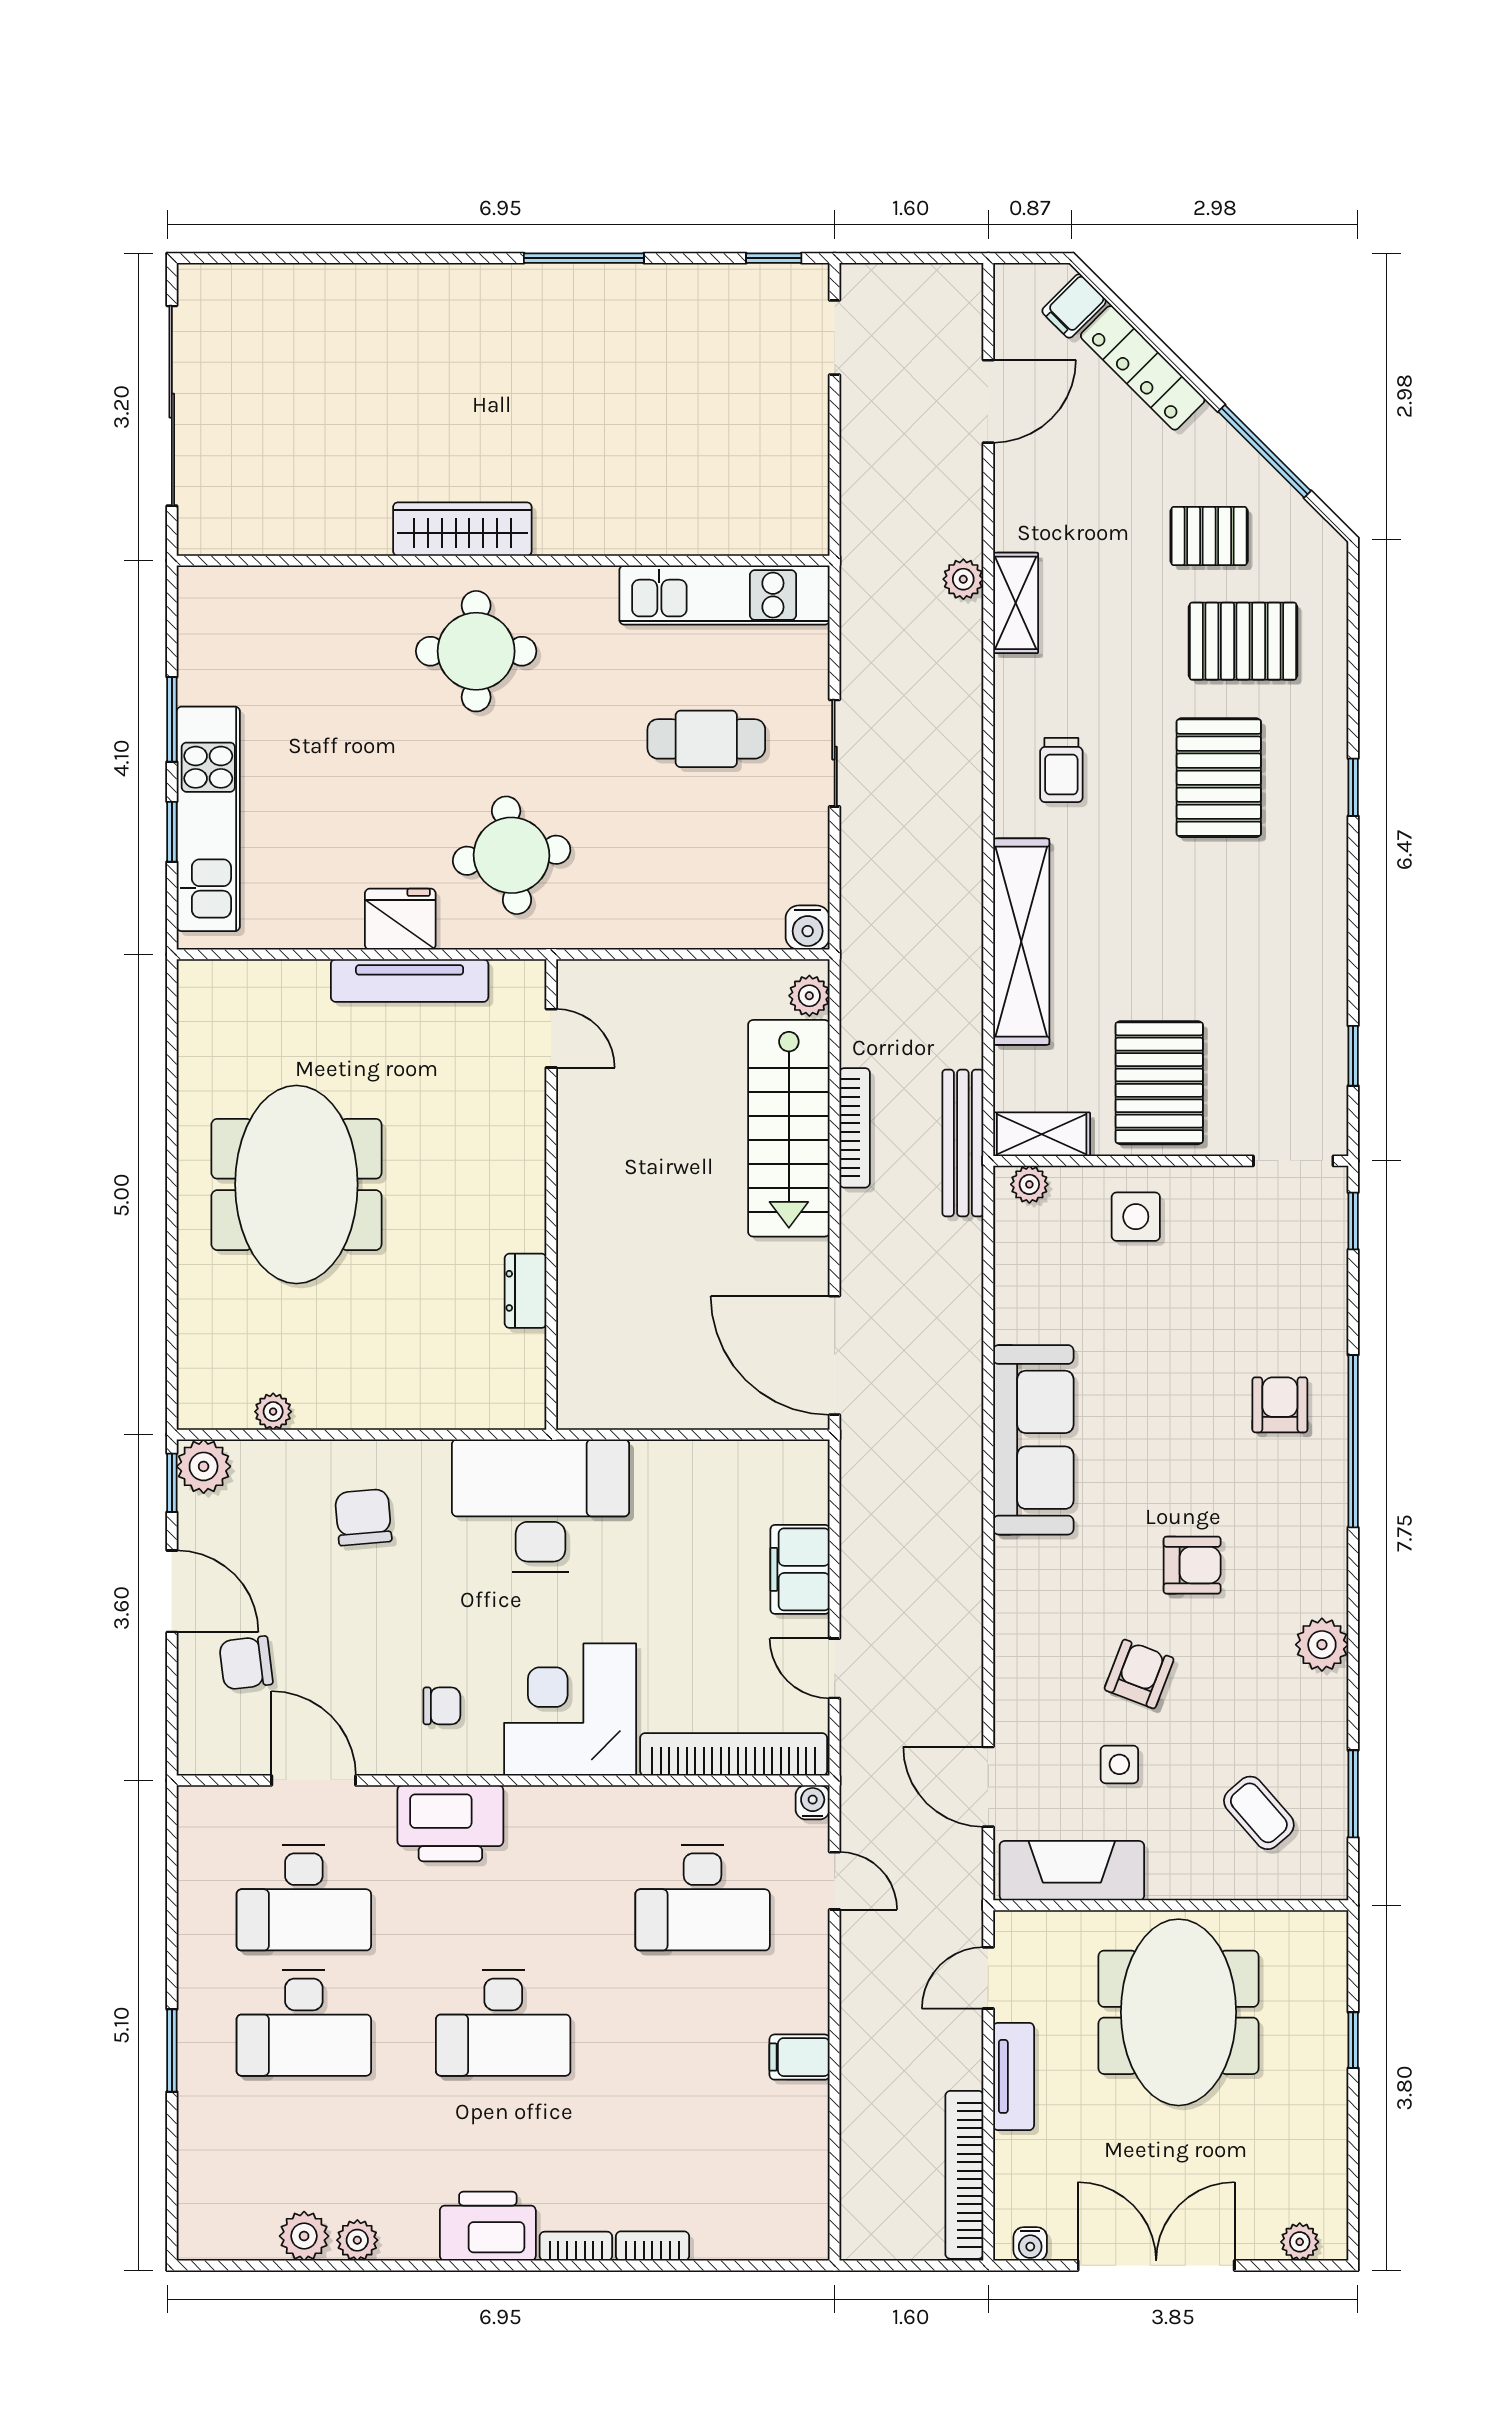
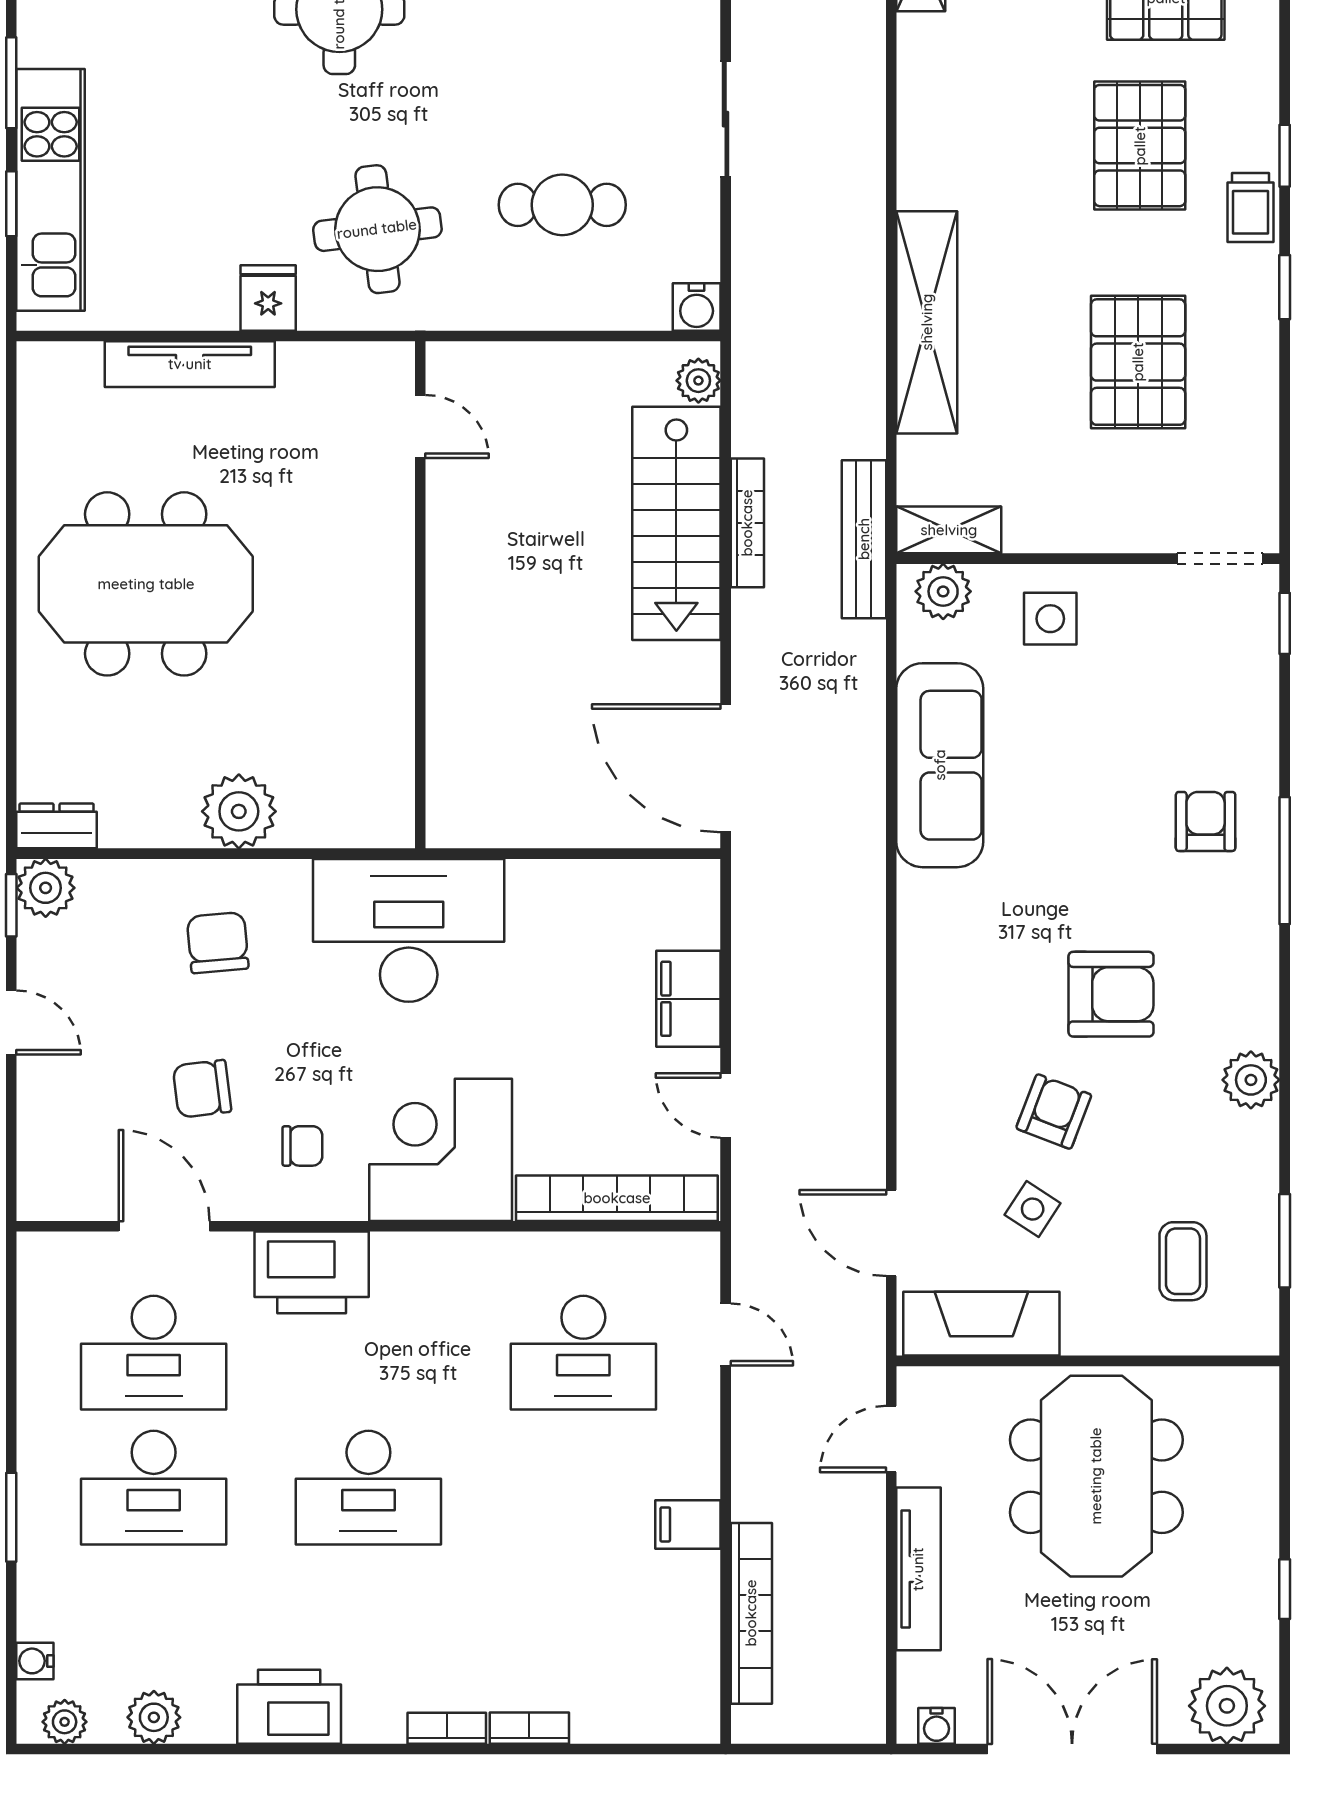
cafe table: (706, 739) -> (562, 205), moved
trolley: (1061, 770) -> (1251, 207), moved
fridge: (400, 919) -> (268, 298), width x0.72
tv unit: (410, 981) -> (190, 364), moved
window: (1353, 1056) -> (1285, 287), moved
pallet: (1159, 1083) -> (1138, 362), moved
meeting table: (296, 1184) -> (146, 584), turned 90
plant: (1029, 1184) -> (943, 591), width x1.38, depth x1.38
dresser: (525, 1291) -> (57, 826), moved, turned 90
plant: (273, 1412) -> (239, 811), moved, width x1.88, depth x1.88
sofa: (1033, 1440) -> (940, 765), moved
window: (1353, 1441) -> (1285, 861), width x0.68
armchair: (1192, 1565) -> (1111, 994), width x1.38, depth x1.38
door: (172, 1591) -> (11, 1023), width x0.73
chair: (246, 1663) -> (202, 1089), moved
side table: (1119, 1764) -> (1033, 1209), turned 33
water cooler: (813, 1802) -> (35, 1661), moved, turned -90
coffee table: (1259, 1813) -> (1183, 1261), turned 41
window: (1353, 2040) -> (1285, 1589), moved
tv unit: (1014, 2076) -> (918, 1569), width x1.41
bookcase: (964, 2175) -> (751, 1613), moved, turned 180
printer: (488, 2226) -> (289, 1707), moved
plant: (357, 2240) -> (65, 1722), moved
plant: (1300, 2242) -> (1227, 1706), width x1.88, depth x1.88

